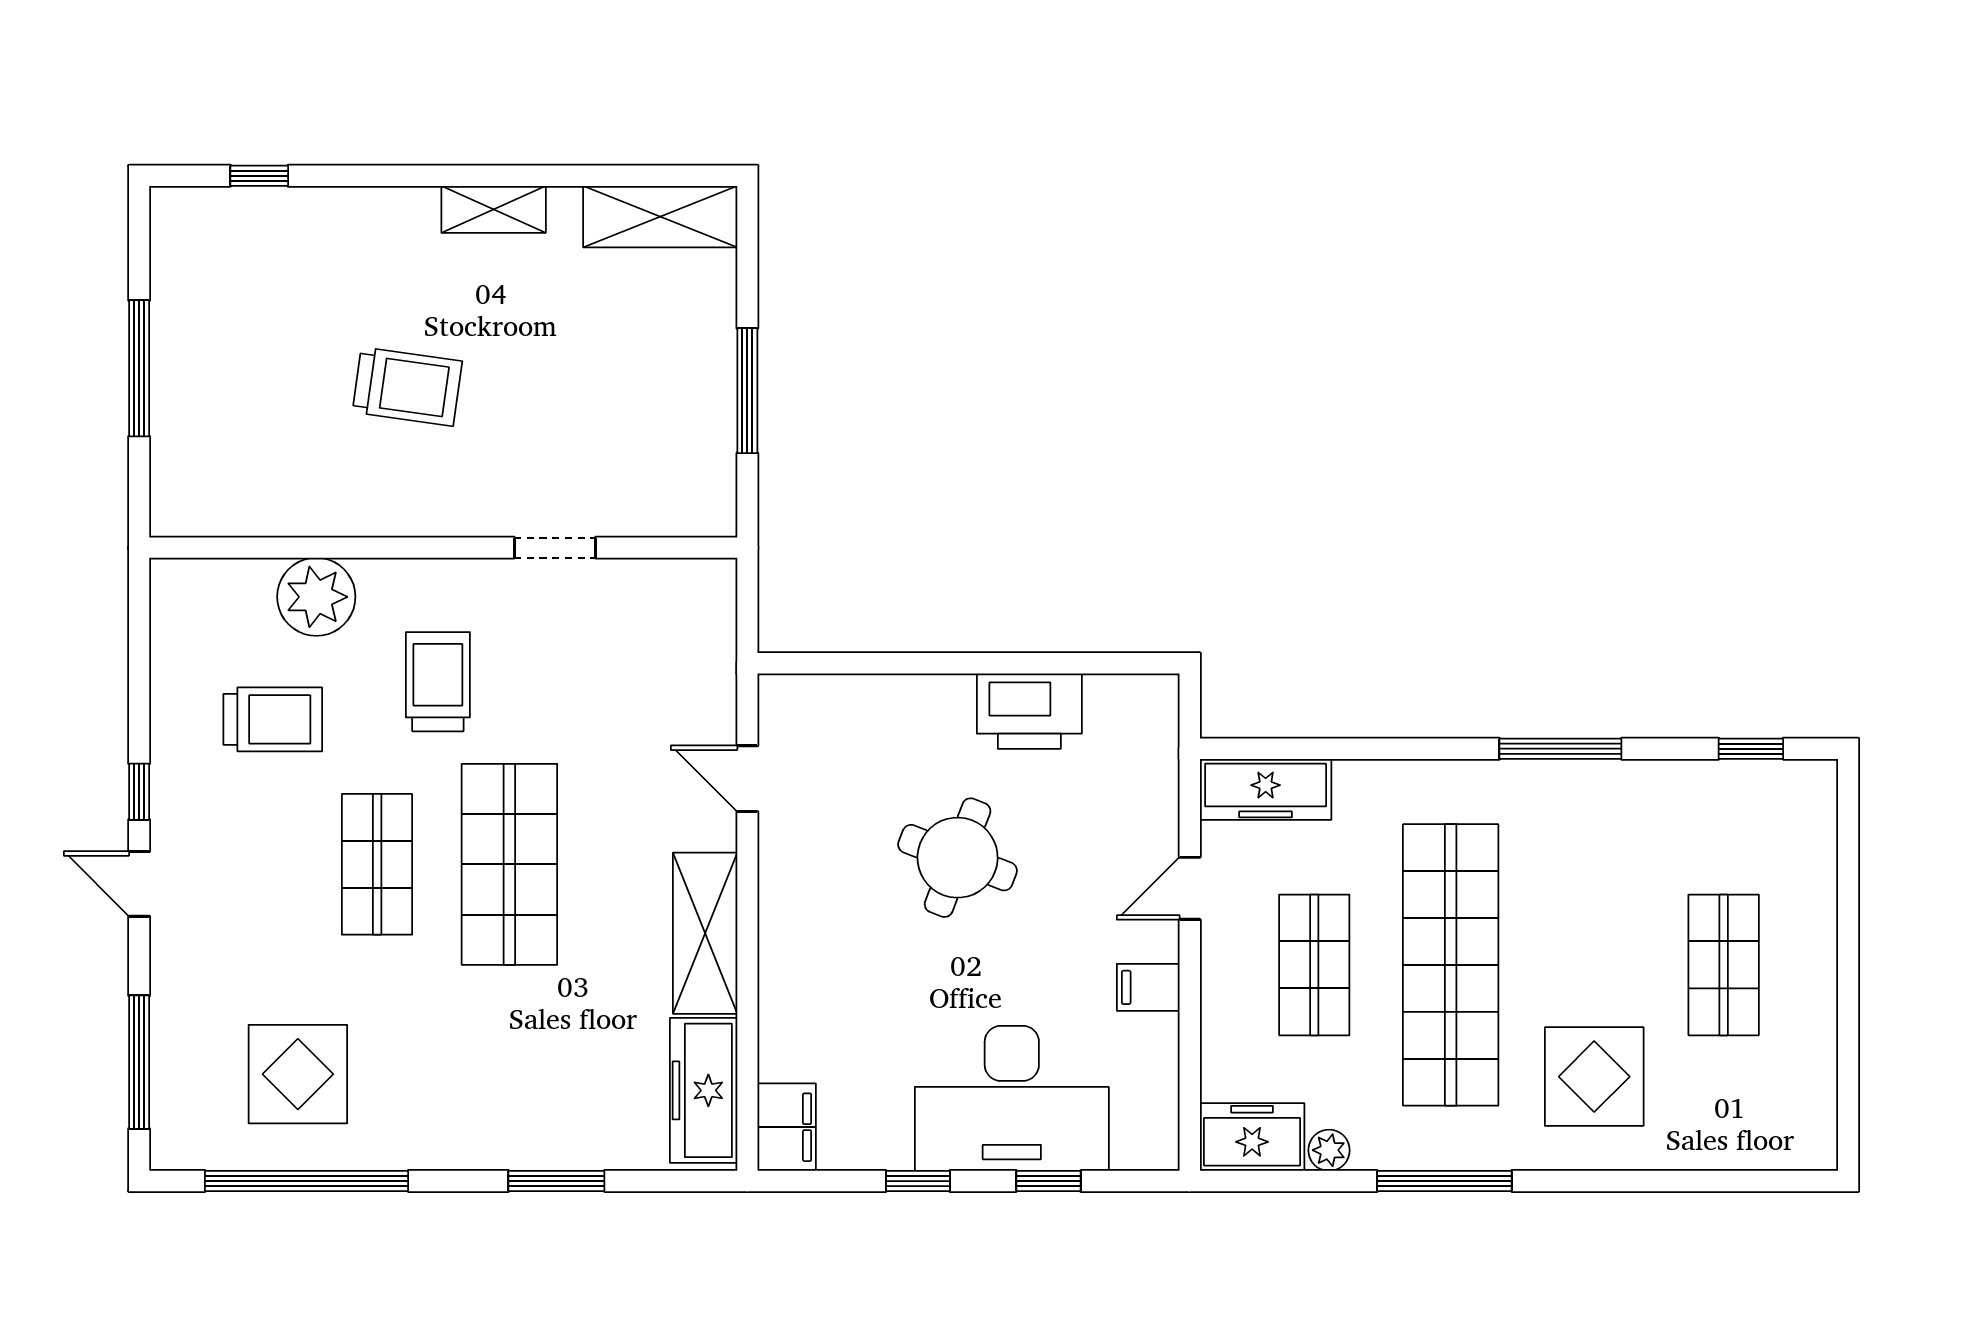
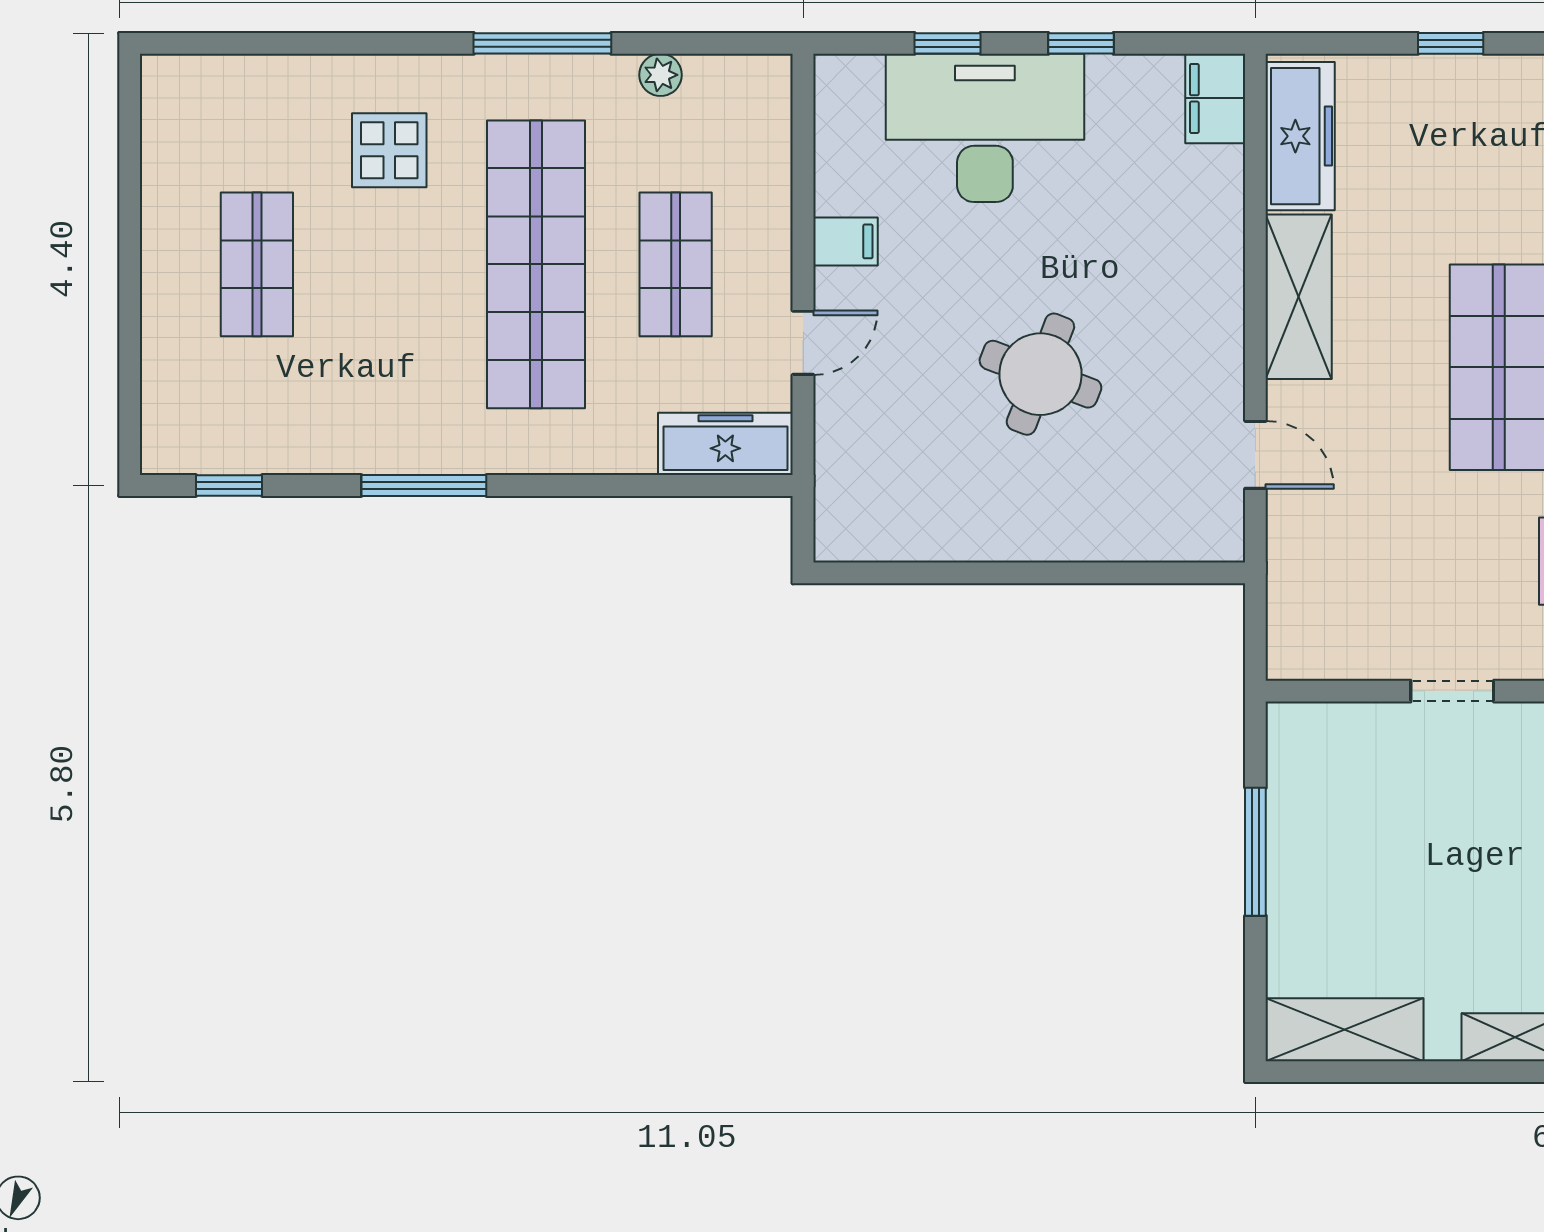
printer: (1029, 711) -> (967, 524), removed
display table: (1594, 1077) -> (389, 150), width x0.73, depth x0.73
freezer: (1252, 1137) -> (739, 88), removed
window: (556, 1181) -> (1451, 43), width x0.67

